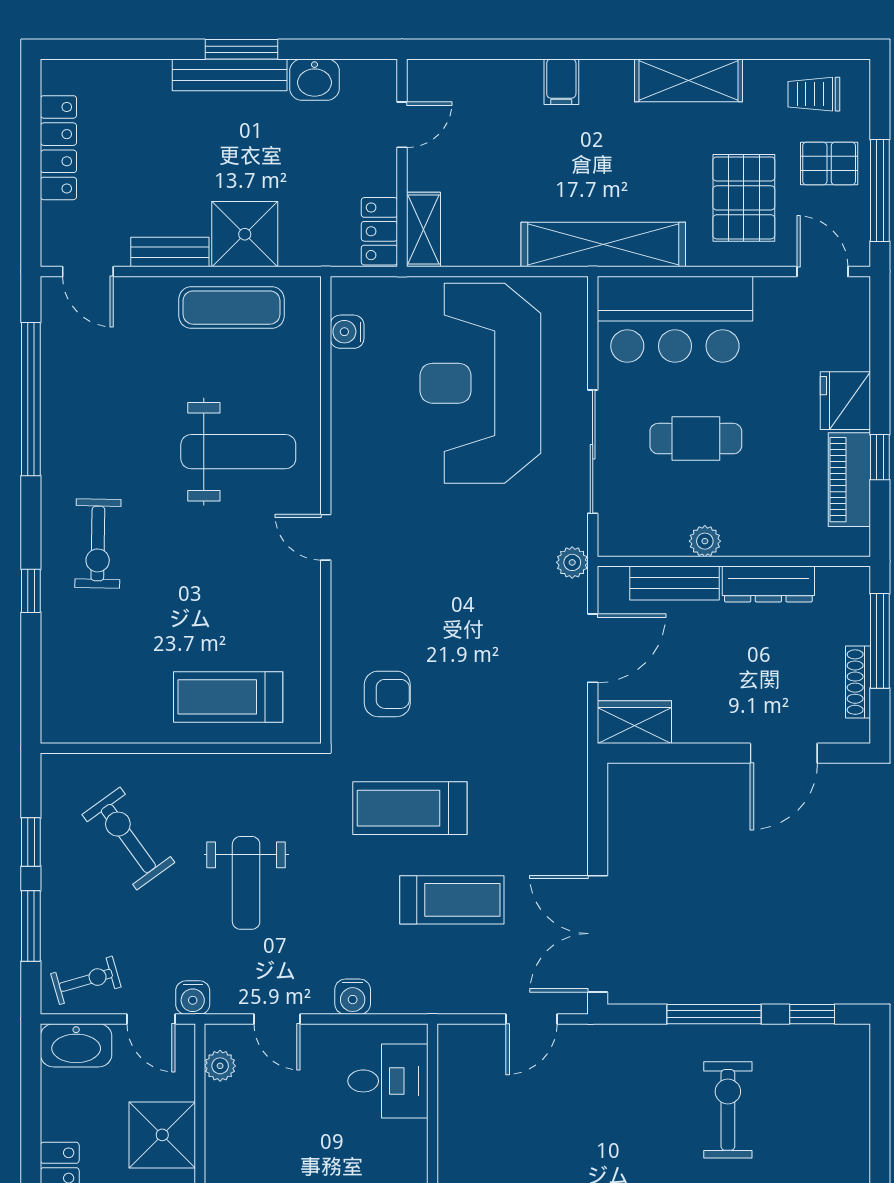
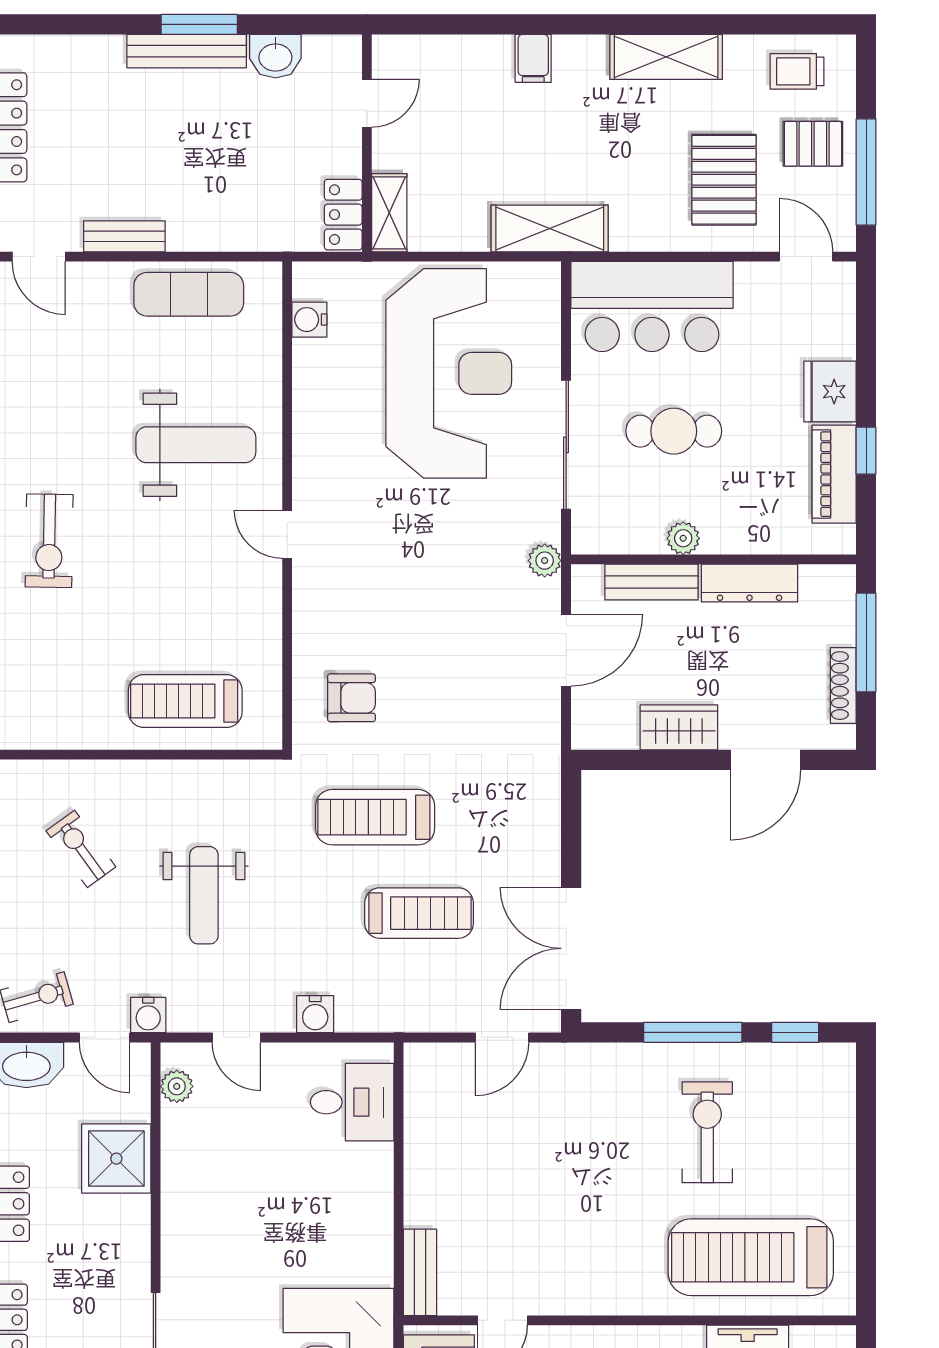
shower: (245, 234) -> (203, 218), removed
shelving: (603, 245) -> (550, 228), width x0.68
reception desk: (480, 383) -> (449, 373), turned 180
wardrobe: (634, 722) -> (679, 727), moved
exercise bike: (128, 838) -> (81, 849), width x0.73, depth x0.72

